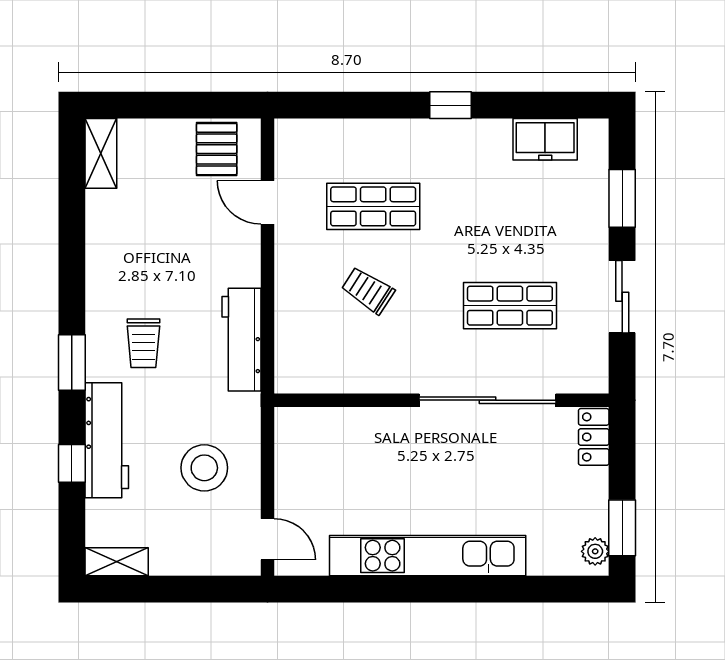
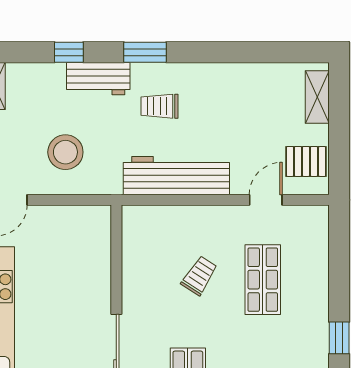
shelving: (101, 153) -> (317, 97), moved, turned 90
workbench: (242, 340) -> (176, 176), width x1.36, depth x1.32
workbench: (107, 440) -> (98, 79), width x0.73

